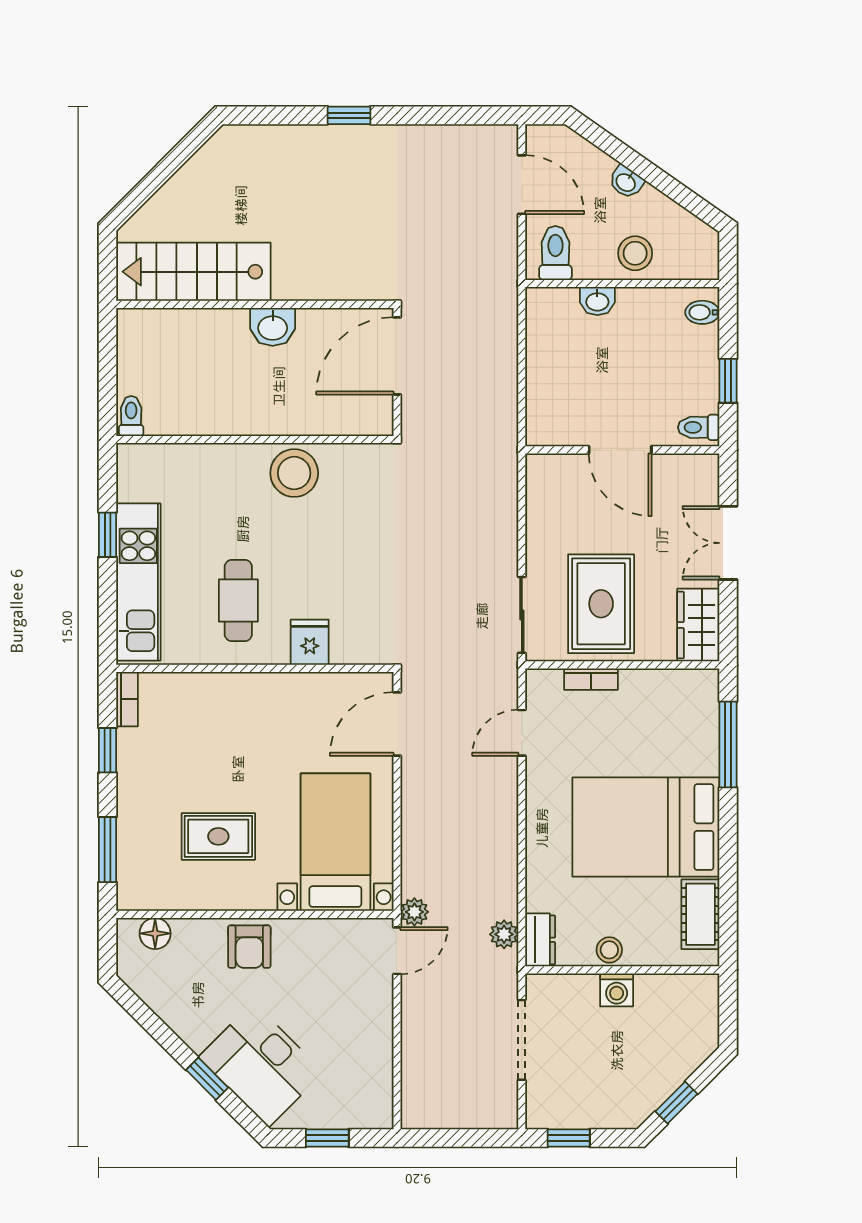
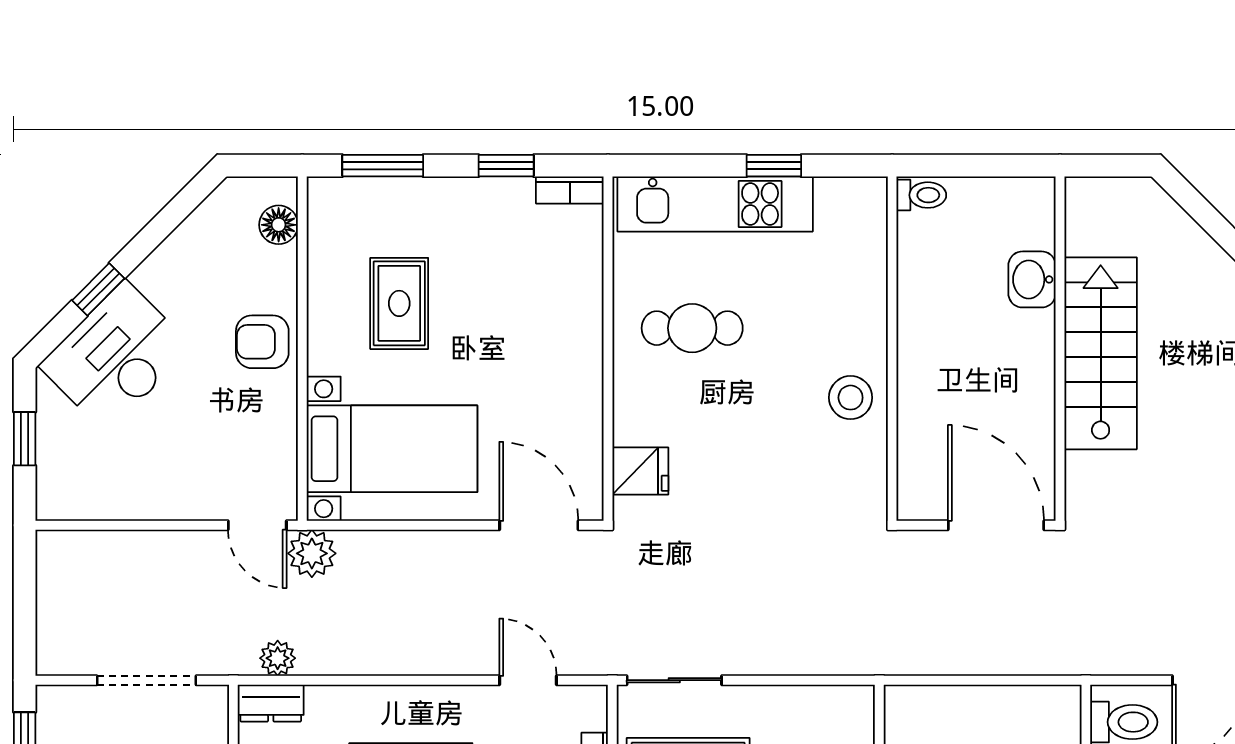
stairs: (193, 272) -> (1101, 353), moved
washbasin: (273, 327) -> (1032, 279), moved
stool: (294, 473) -> (851, 398), width x0.73, depth x0.73
fridge: (310, 642) -> (640, 471), moved
plant: (414, 912) -> (312, 553), width x1.38, depth x1.38

